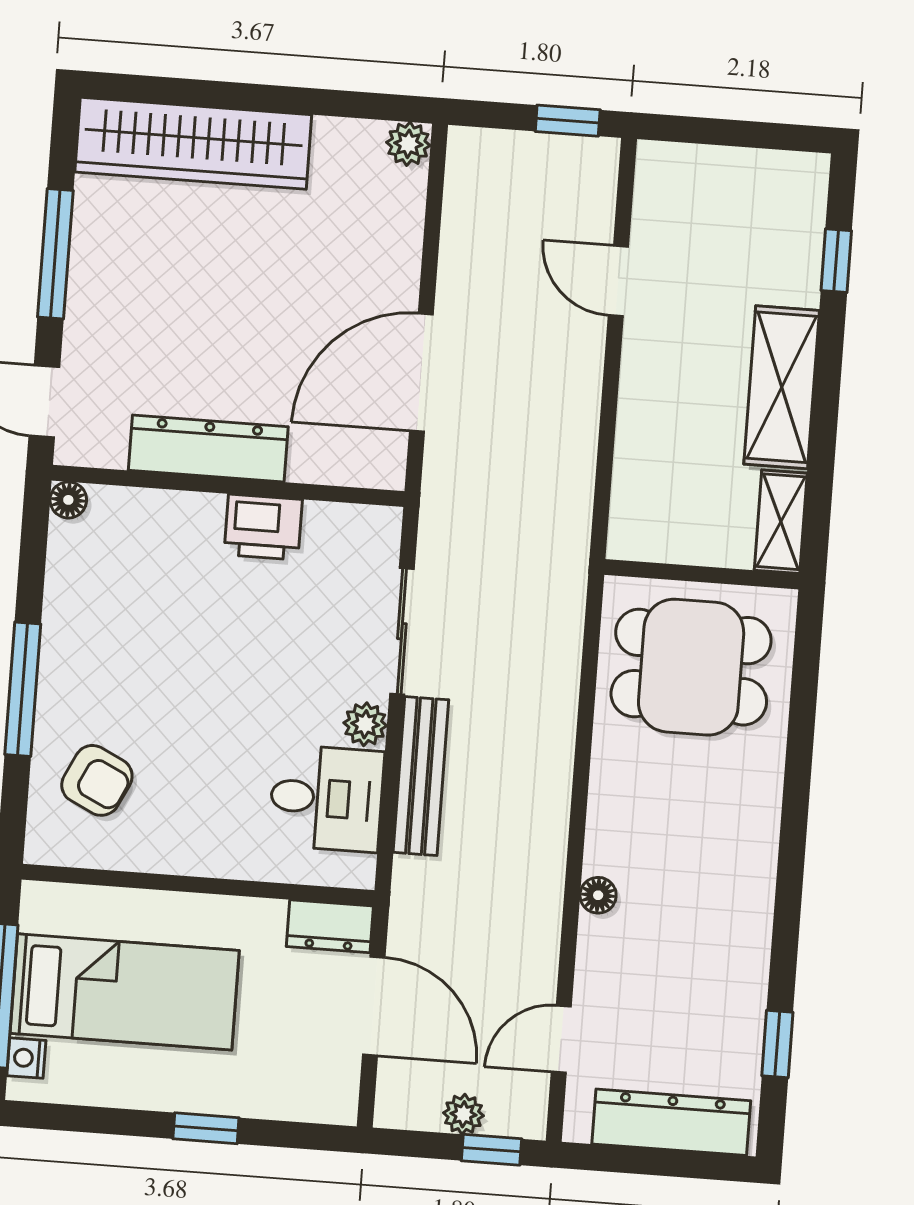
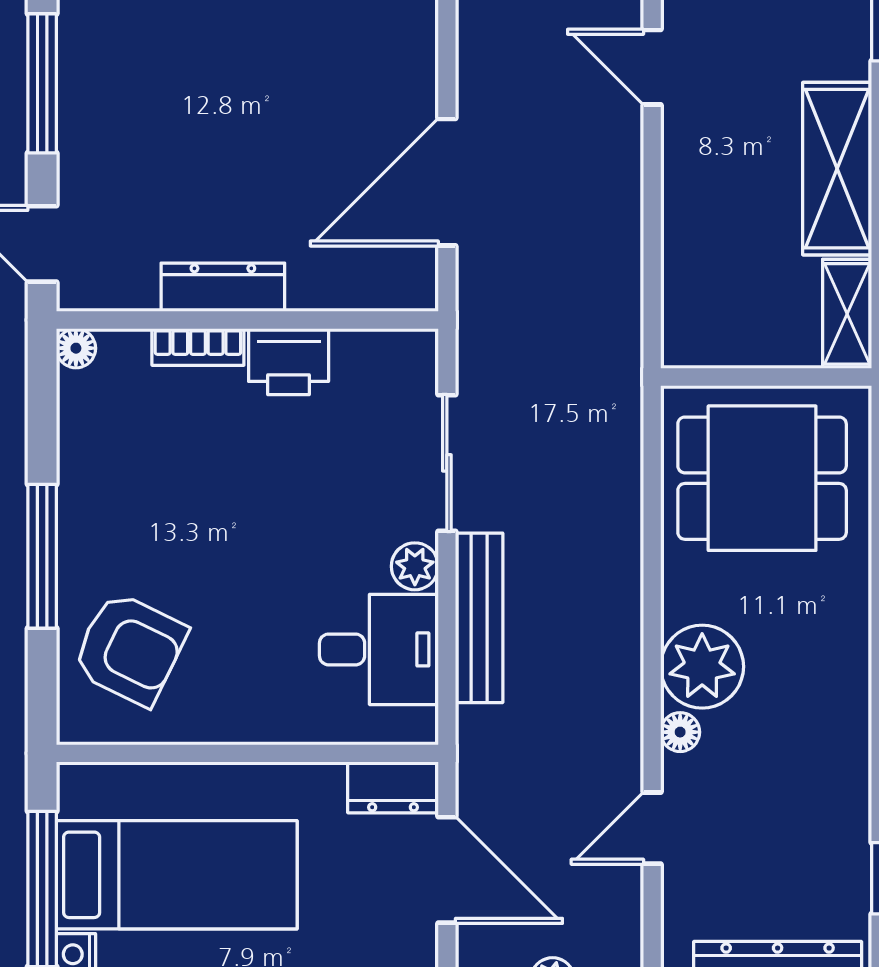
dresser: (208, 449) -> (223, 287), width x0.73, depth x0.80
bookcase: (181, 507) -> (198, 347), added
armchair: (97, 780) -> (130, 649), width x1.38, depth x1.38
plant: (623, 836) -> (702, 667), added
door: (561, 1039) -> (652, 828), moved

